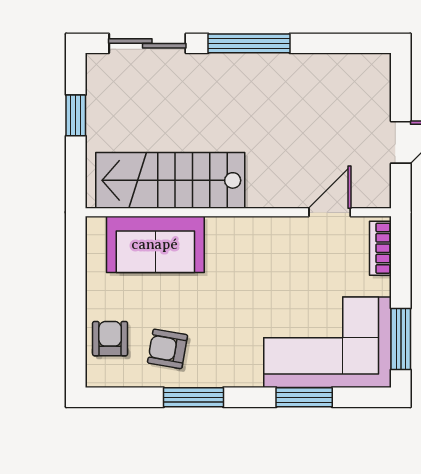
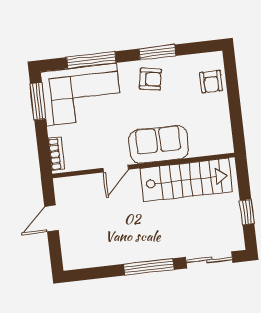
door: (330, 212) -> (116, 169), moved
sofa: (155, 244) -> (159, 144), moved
armchair: (168, 349) -> (150, 79), moved
window: (304, 397) -> (91, 60), width x1.44

